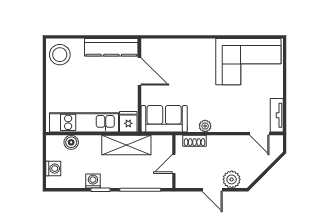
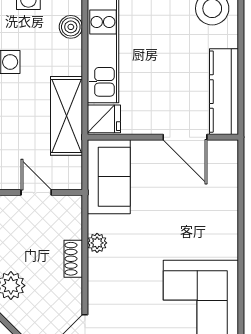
door: (140, 72) -> (185, 137), hinge flipped
shoe rack: (195, 141) -> (73, 259), moved

